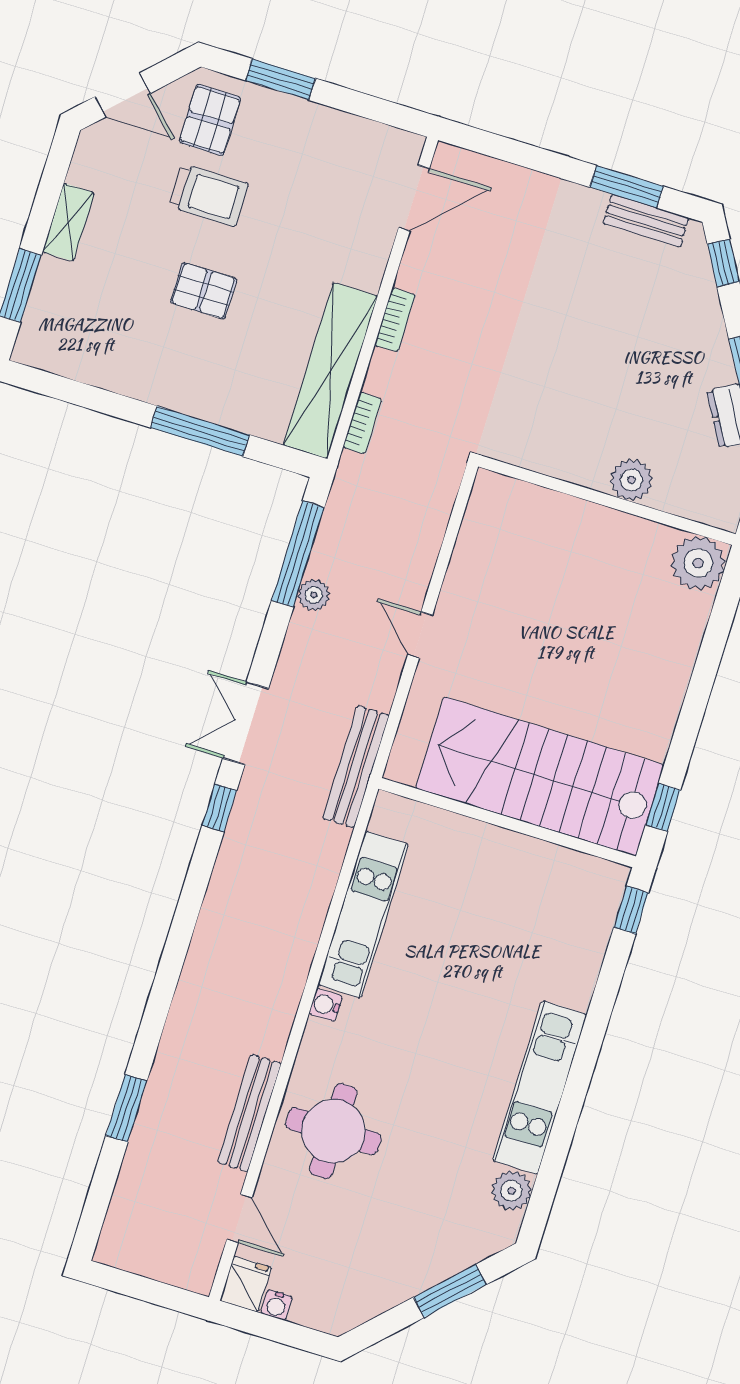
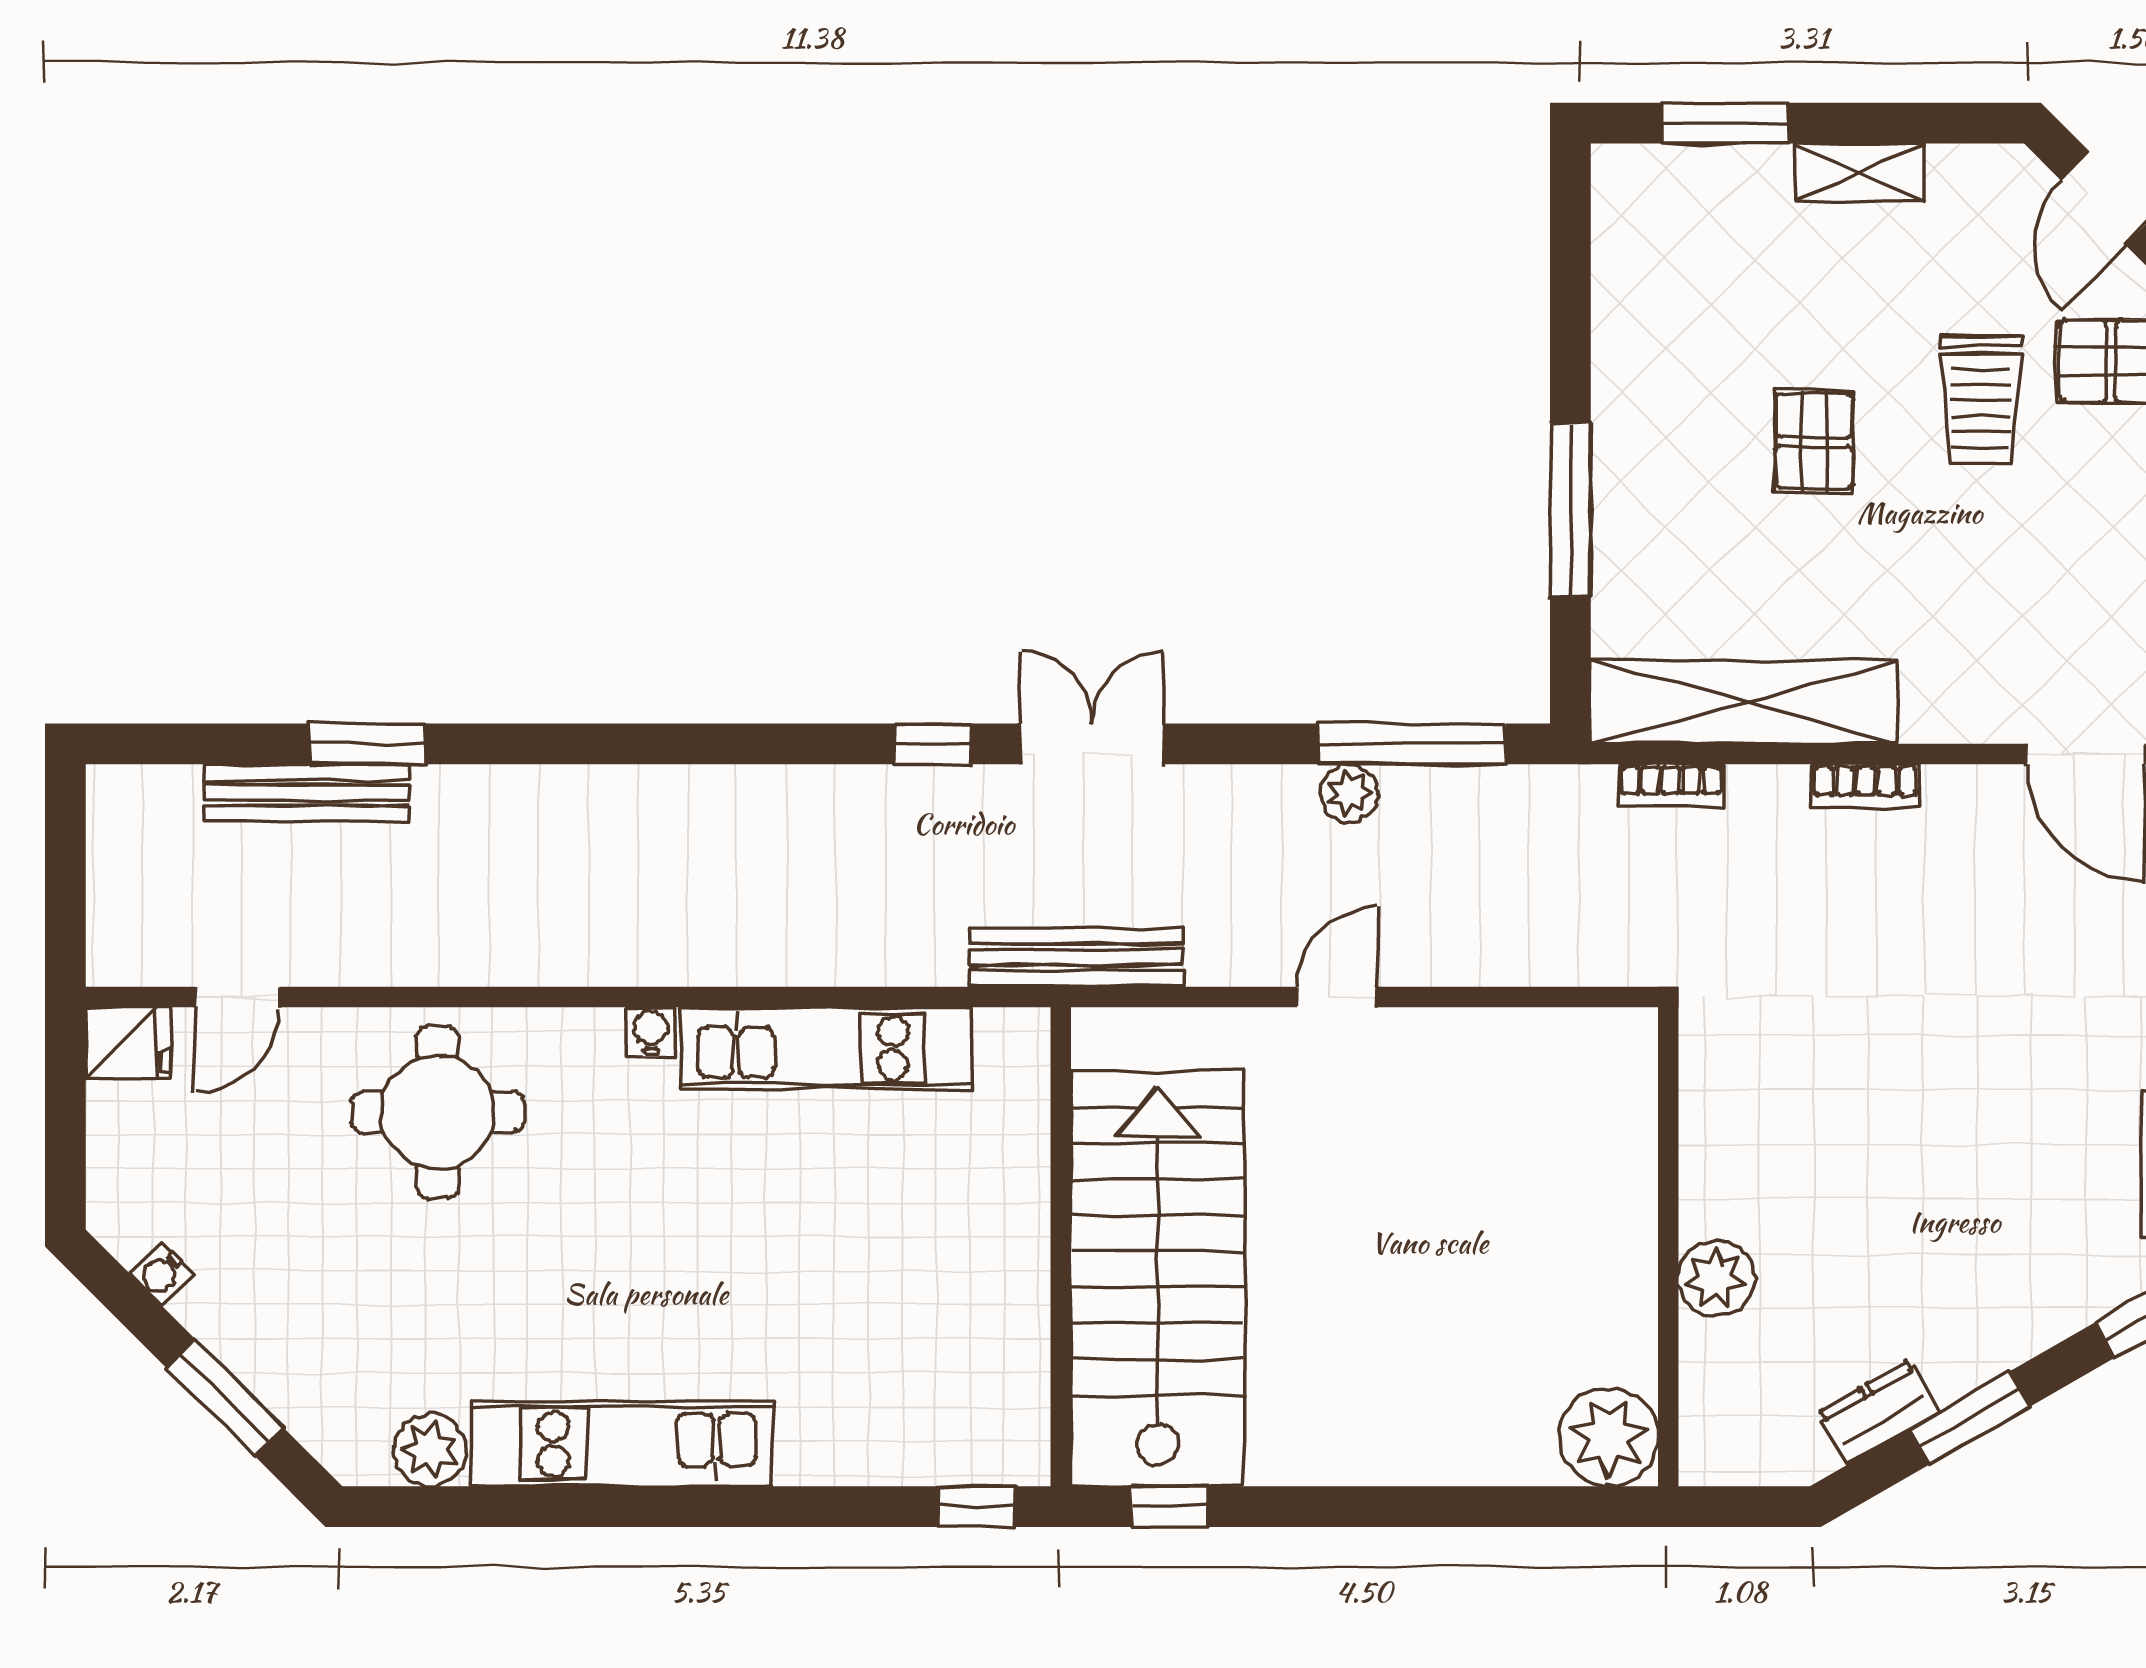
bench: (250, 1113) -> (307, 793), moved
water cooler: (276, 1305) -> (162, 1273), moved, turned -45

